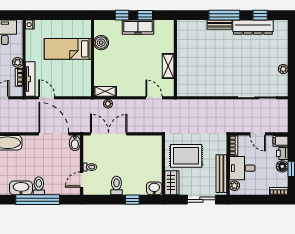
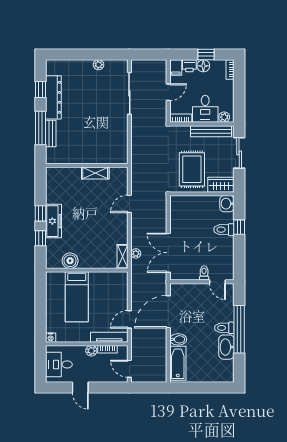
wall: (175, 58) -> (87, 165), moved
shelving: (168, 66) -> (95, 173), moved
bidet: (75, 143) -> (178, 339), moved
toilet: (116, 185) -> (224, 230), moved

